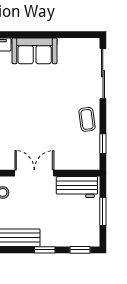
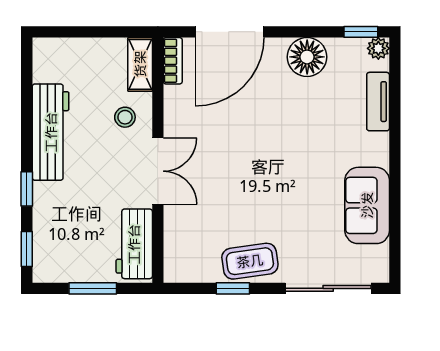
sofa: (35, 51) -> (367, 205), moved
coffee table: (87, 119) -> (250, 261), width x1.36, depth x1.30
window: (103, 144) -> (233, 288), moved

